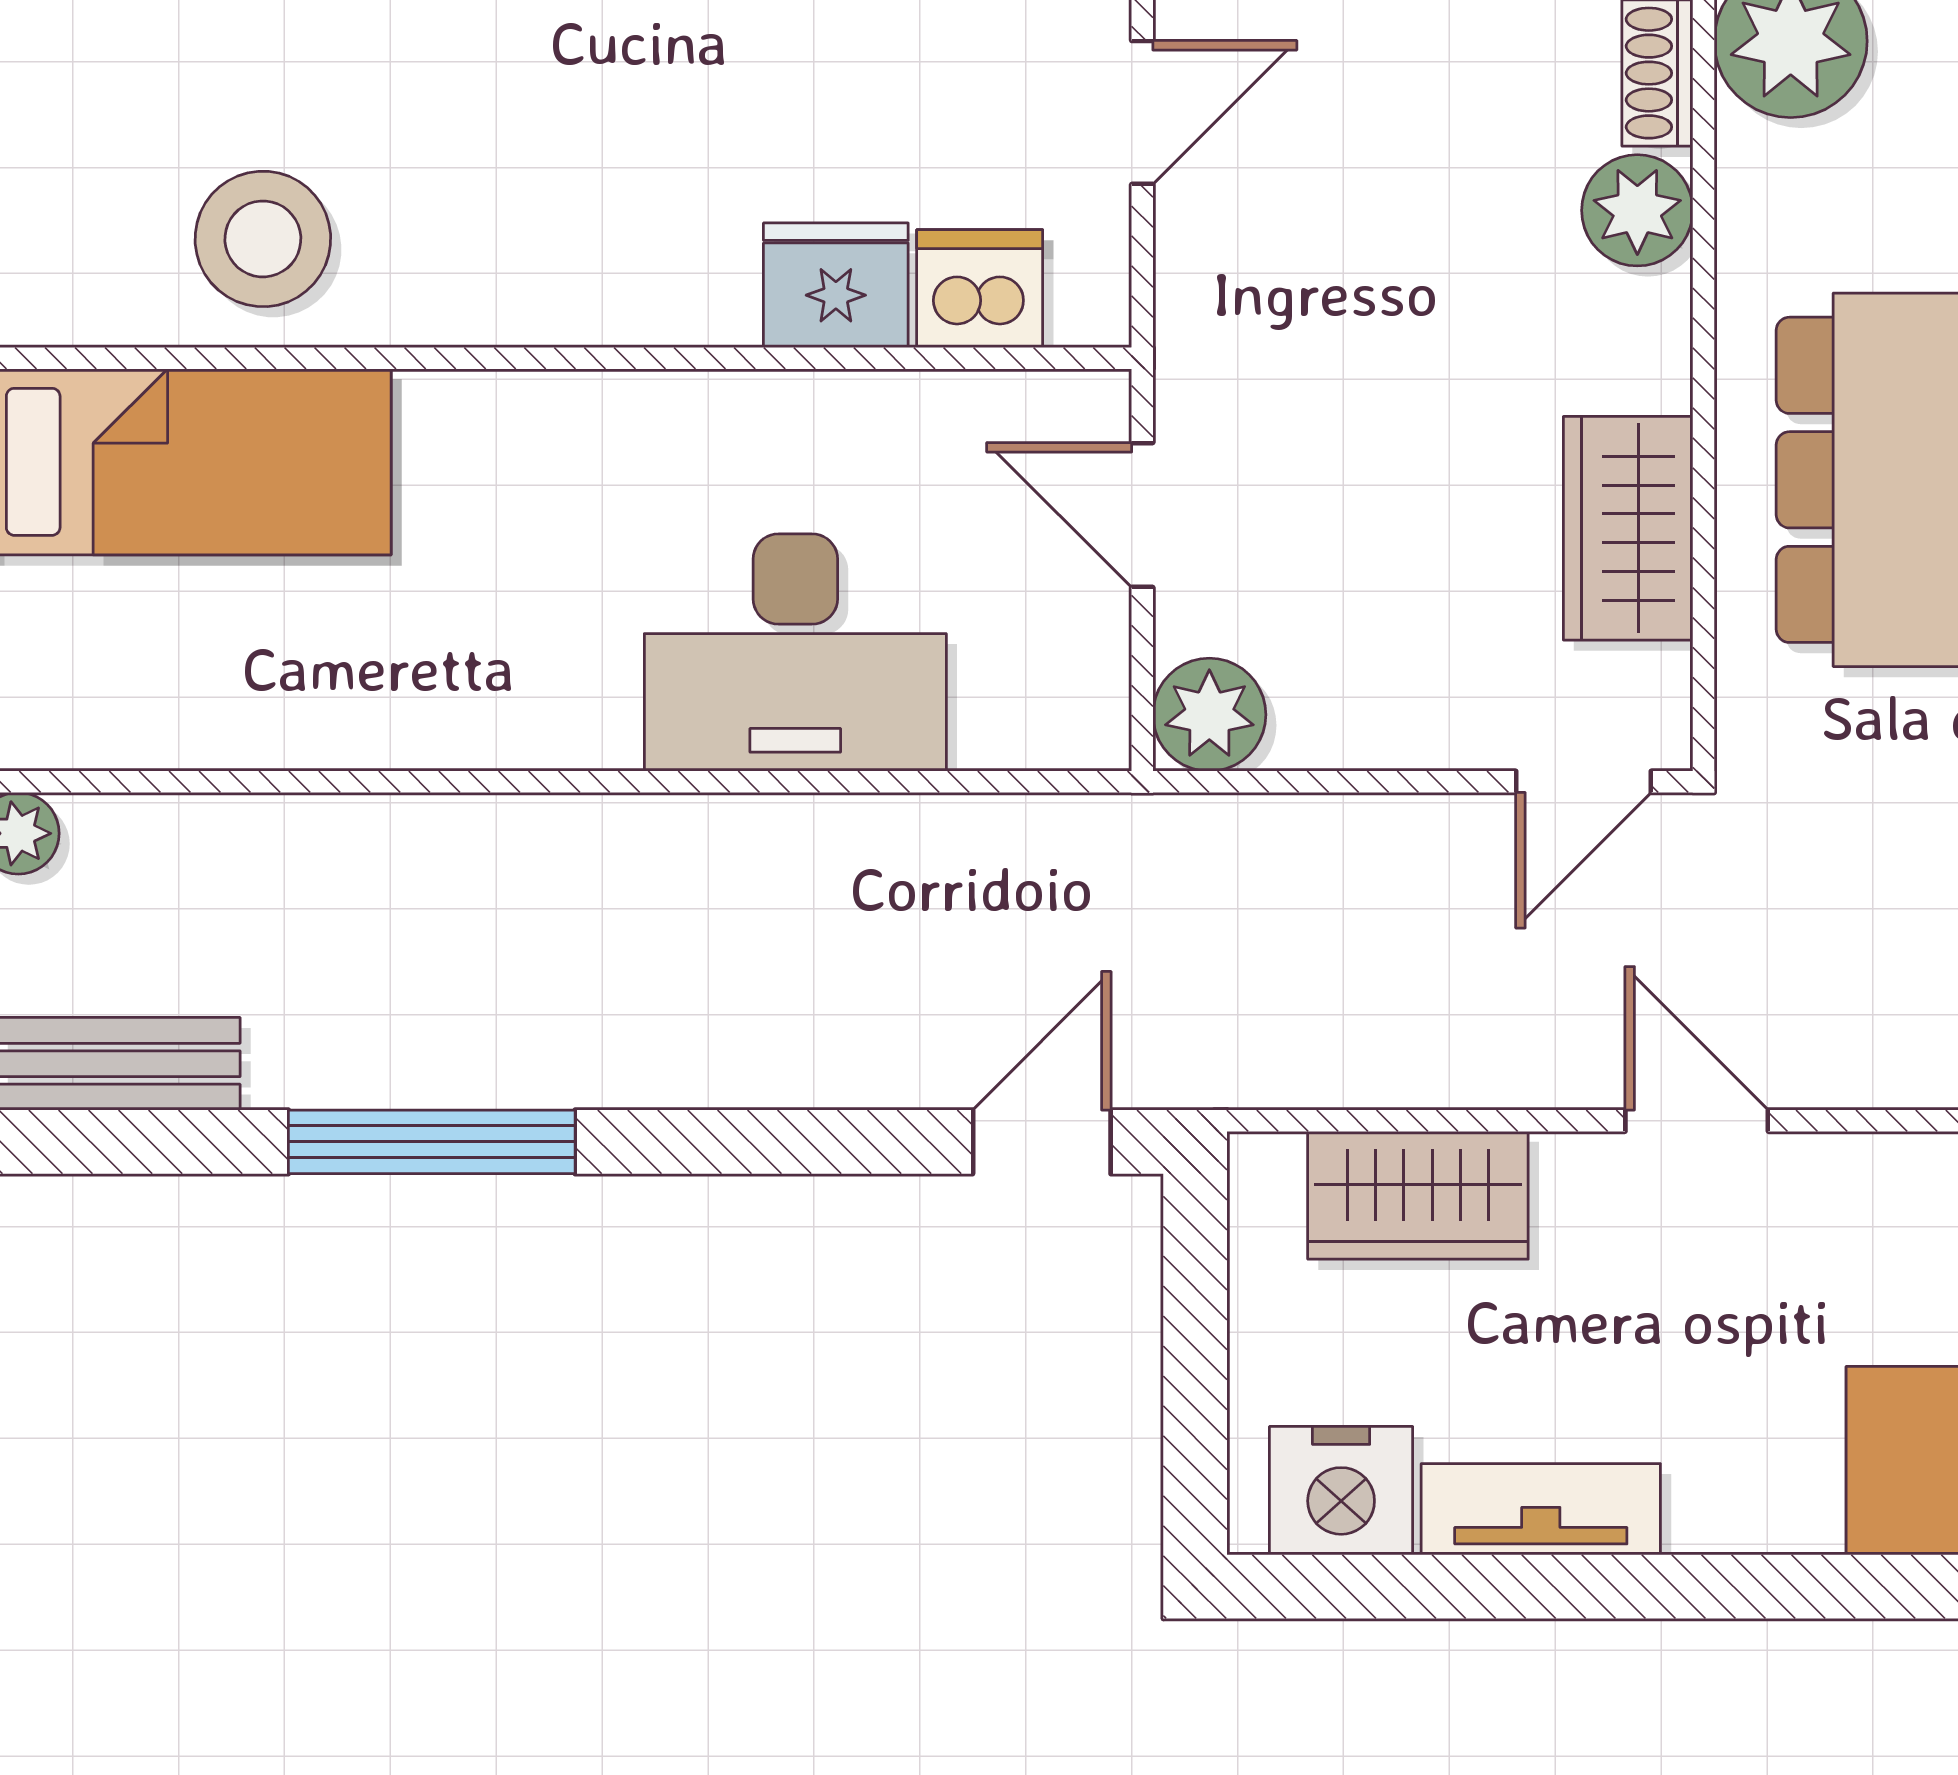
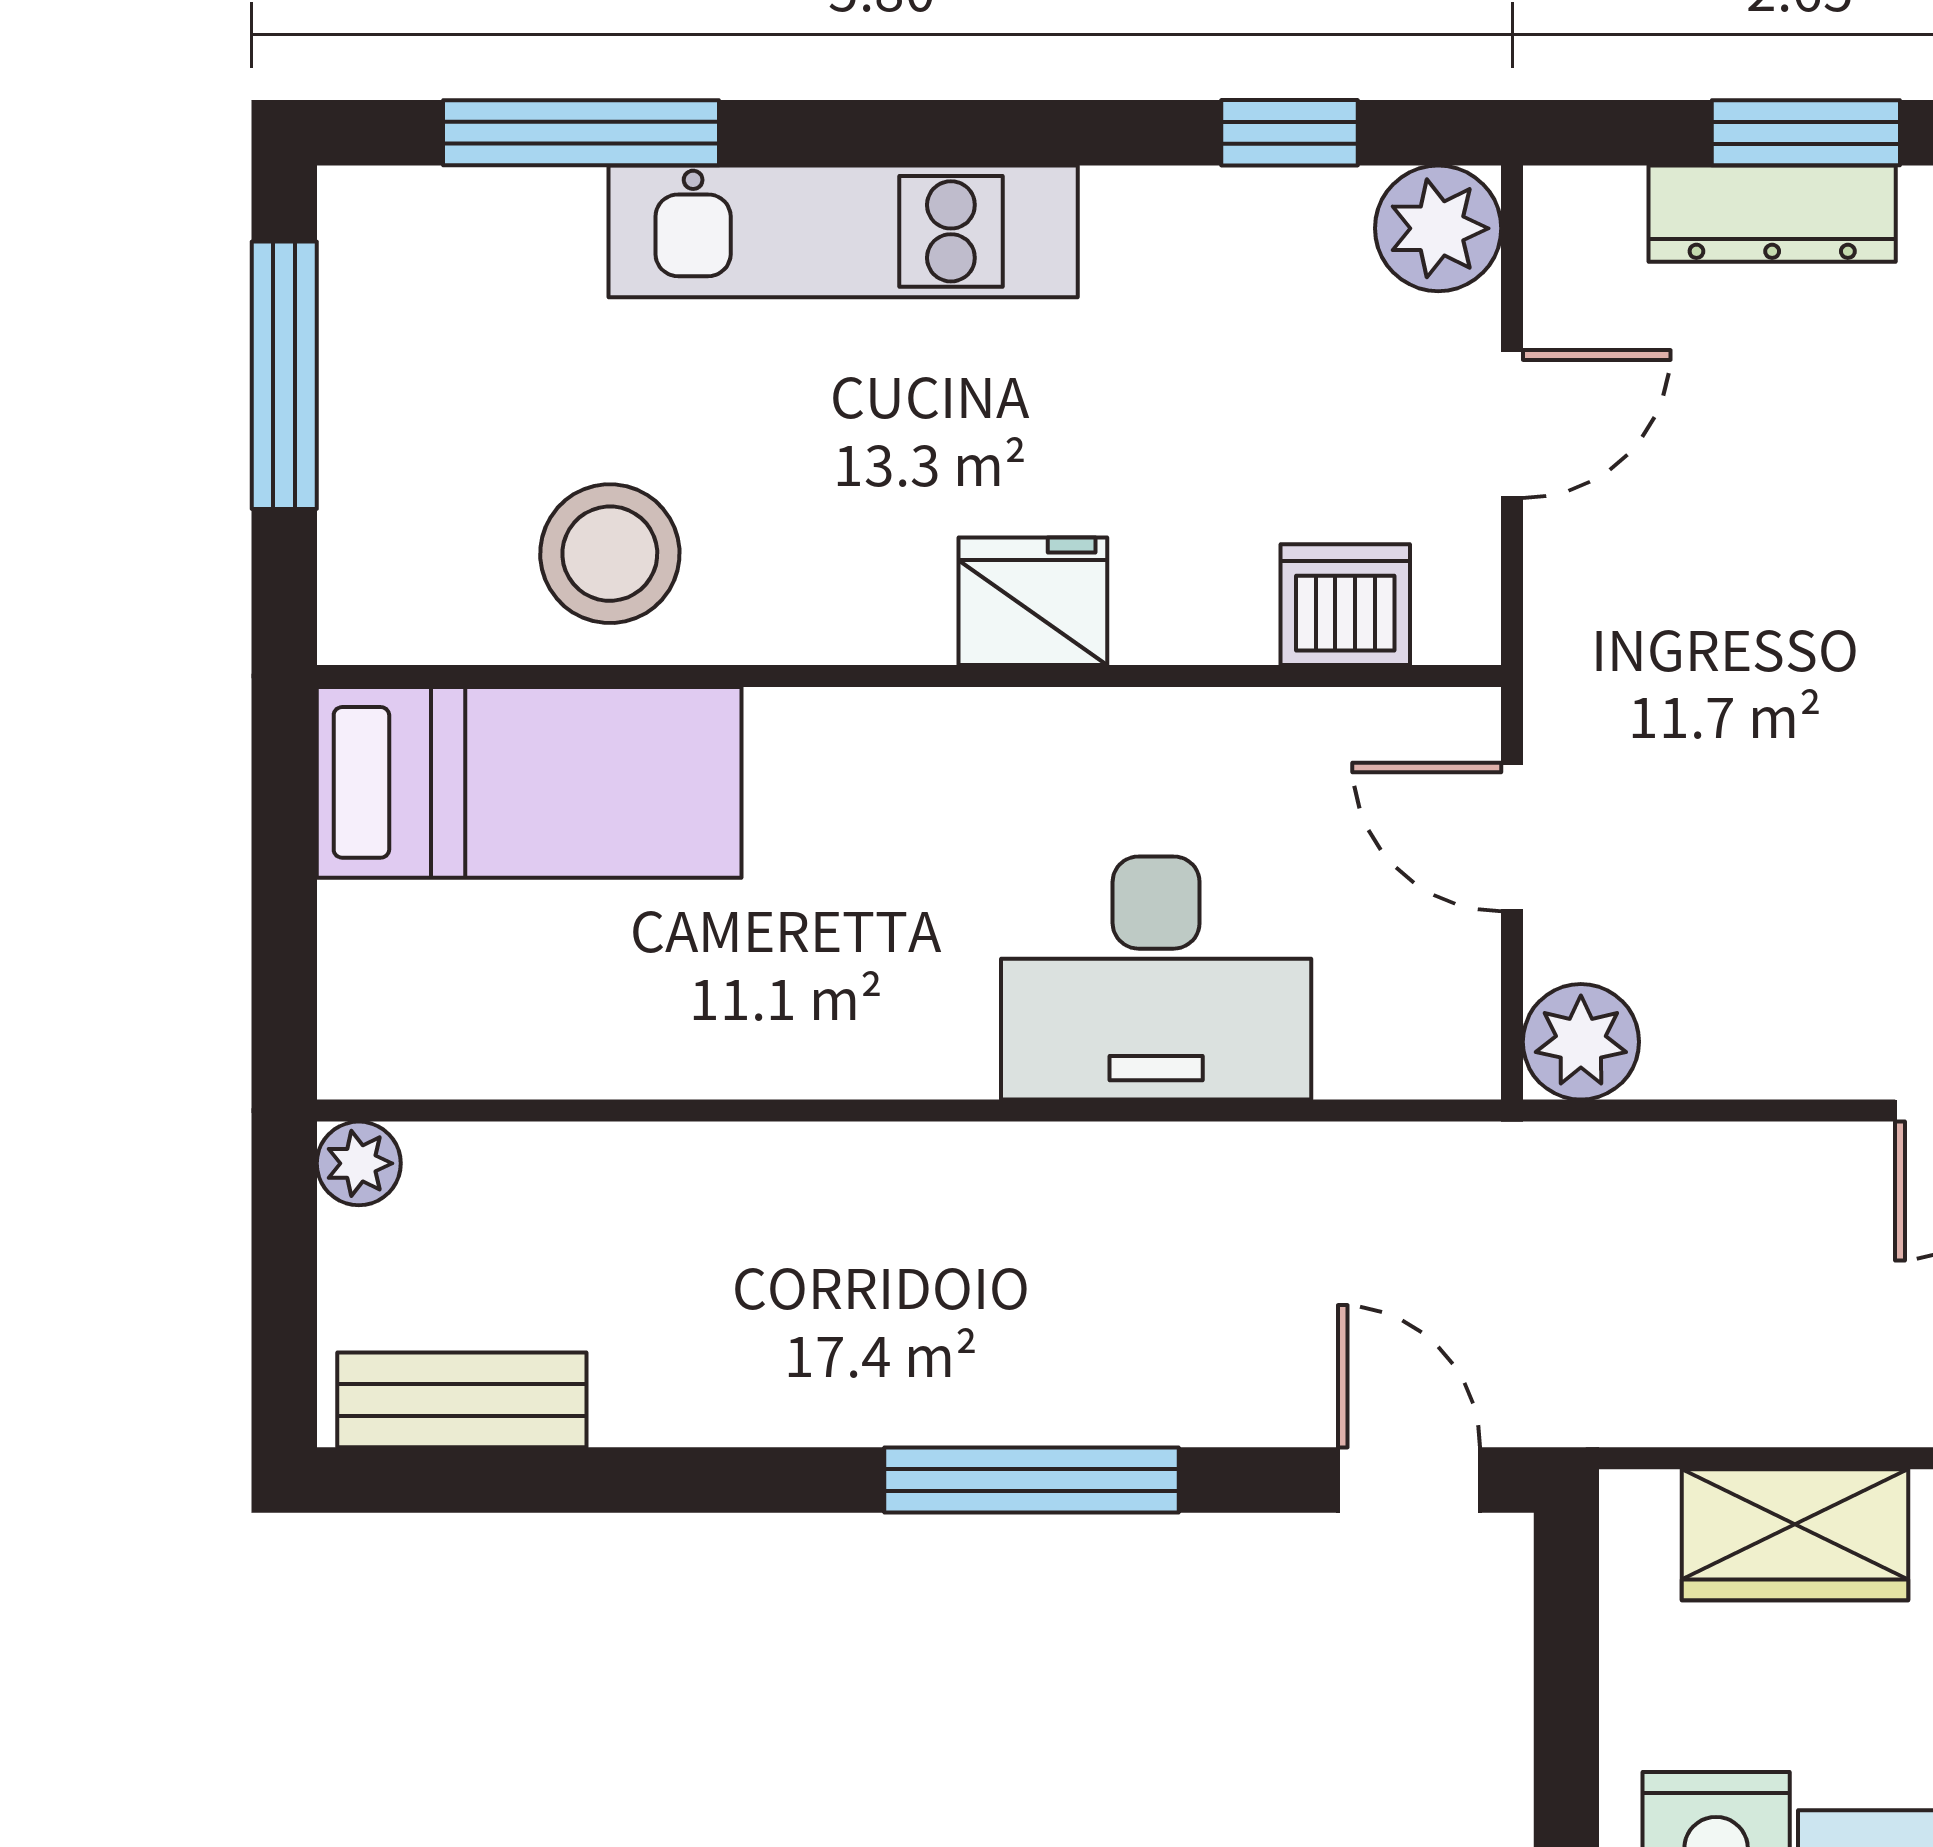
fridge: (836, 285) -> (1033, 601), moved
window: (432, 1142) -> (1032, 1480), moved
door: (1042, 1142) -> (1409, 1480), hinge flipped

